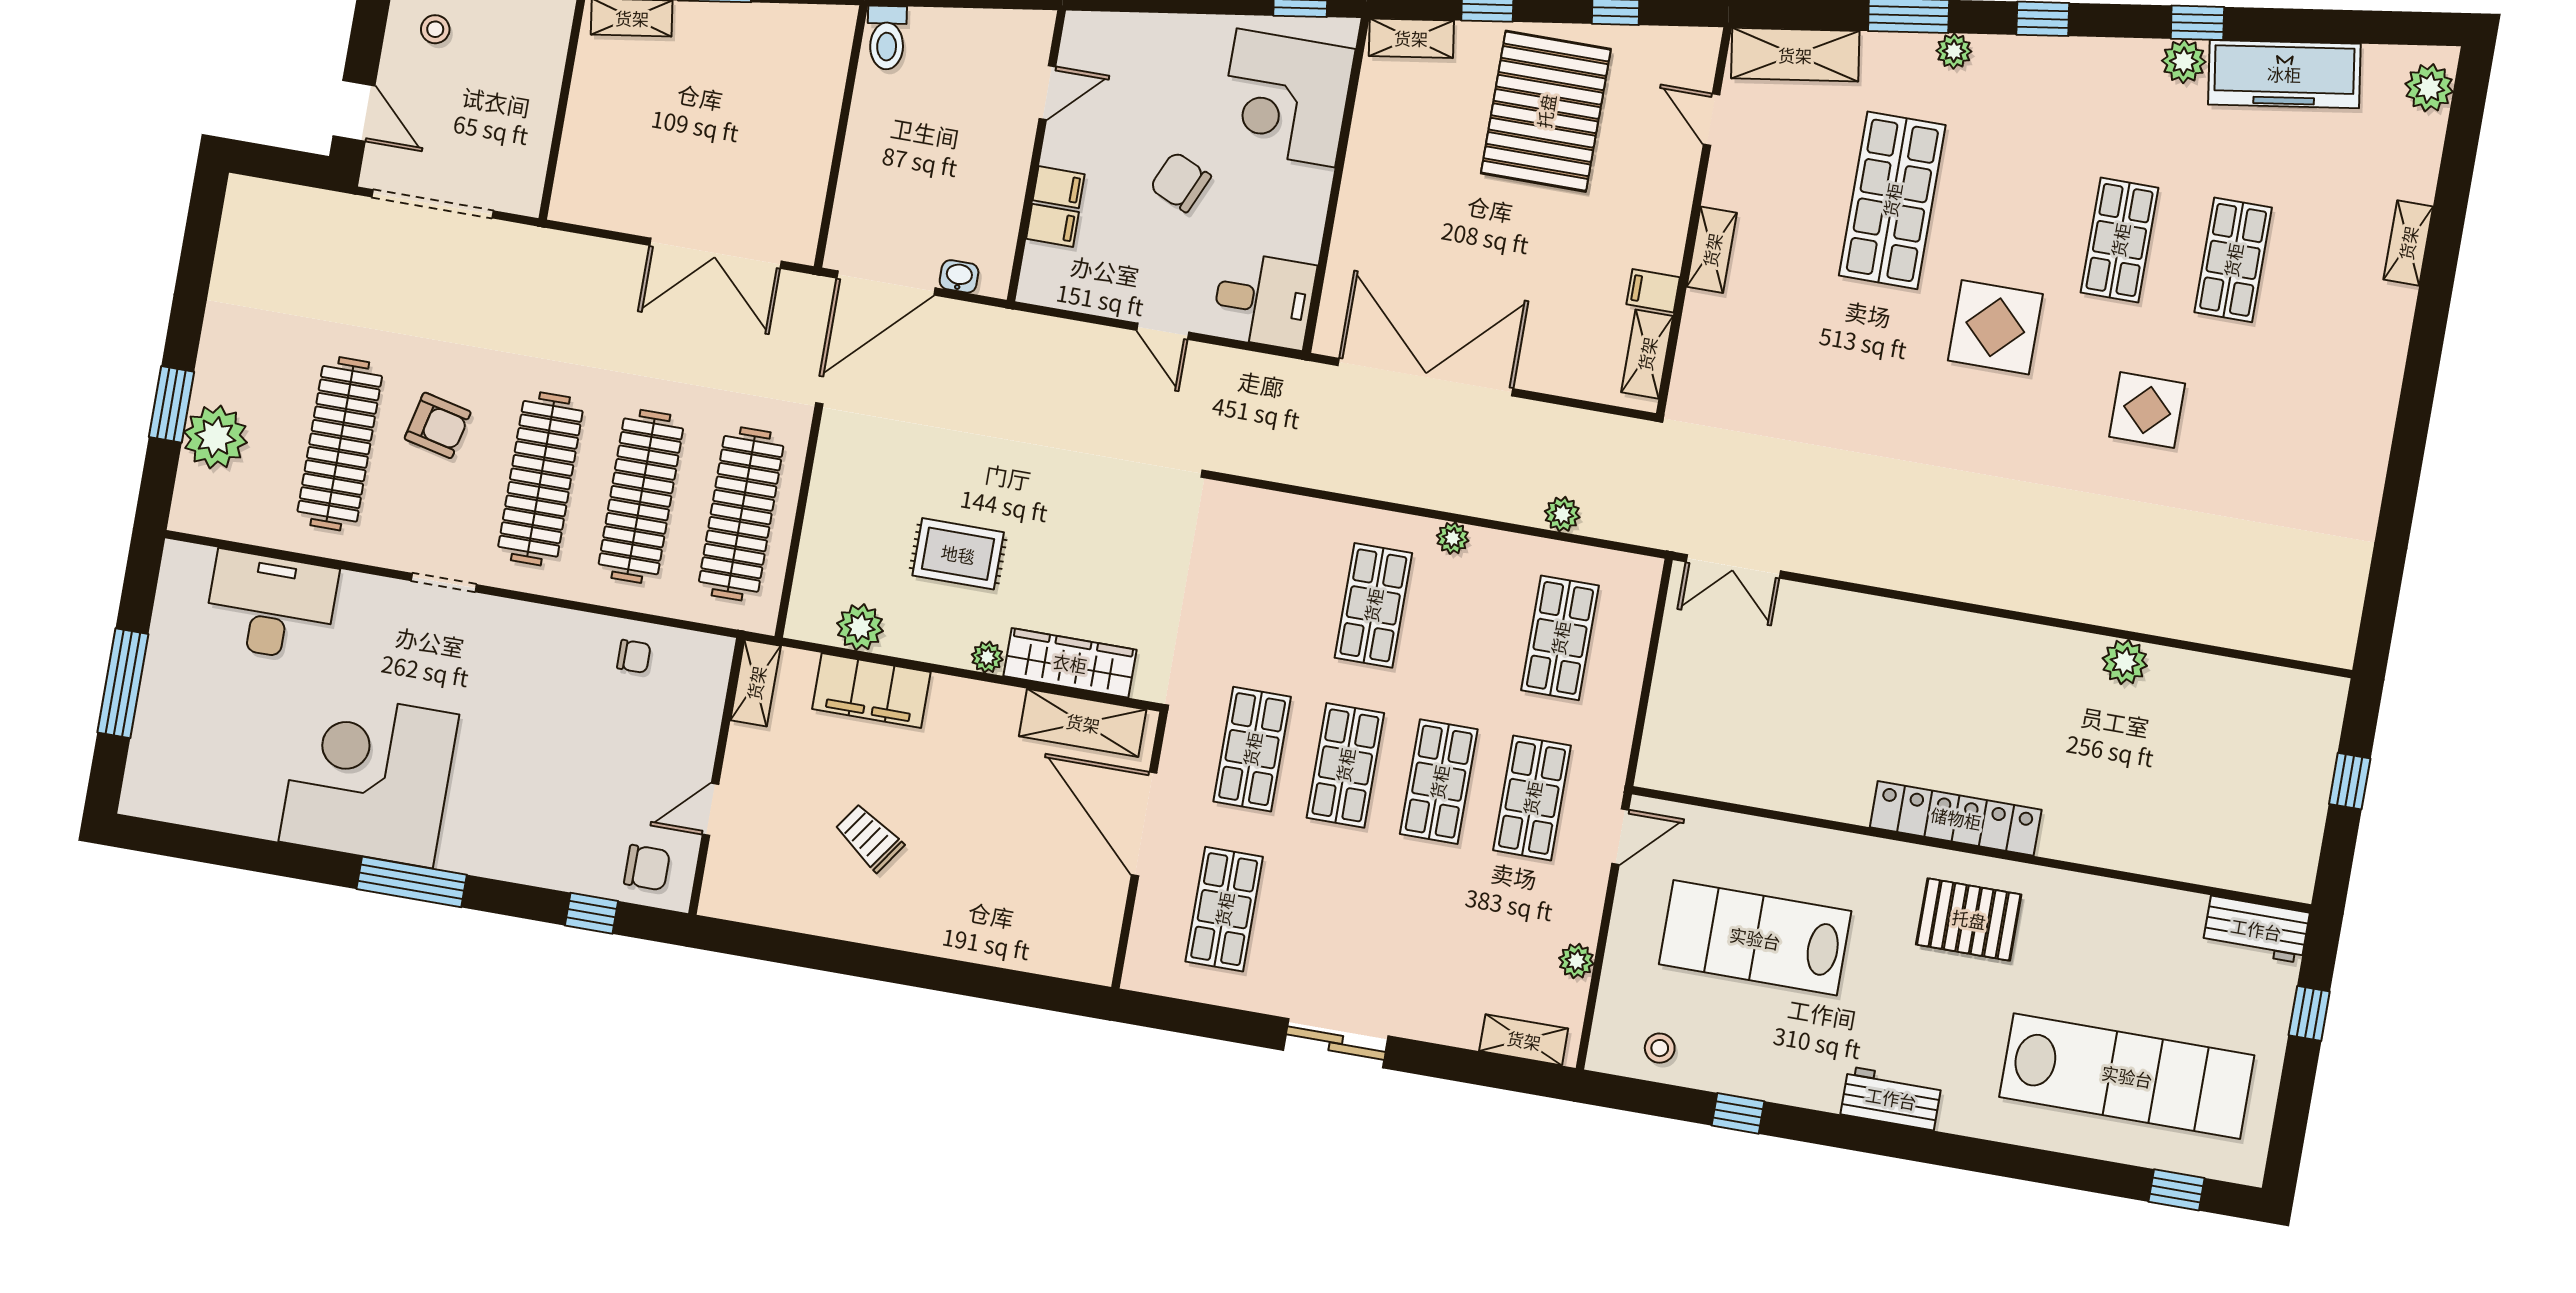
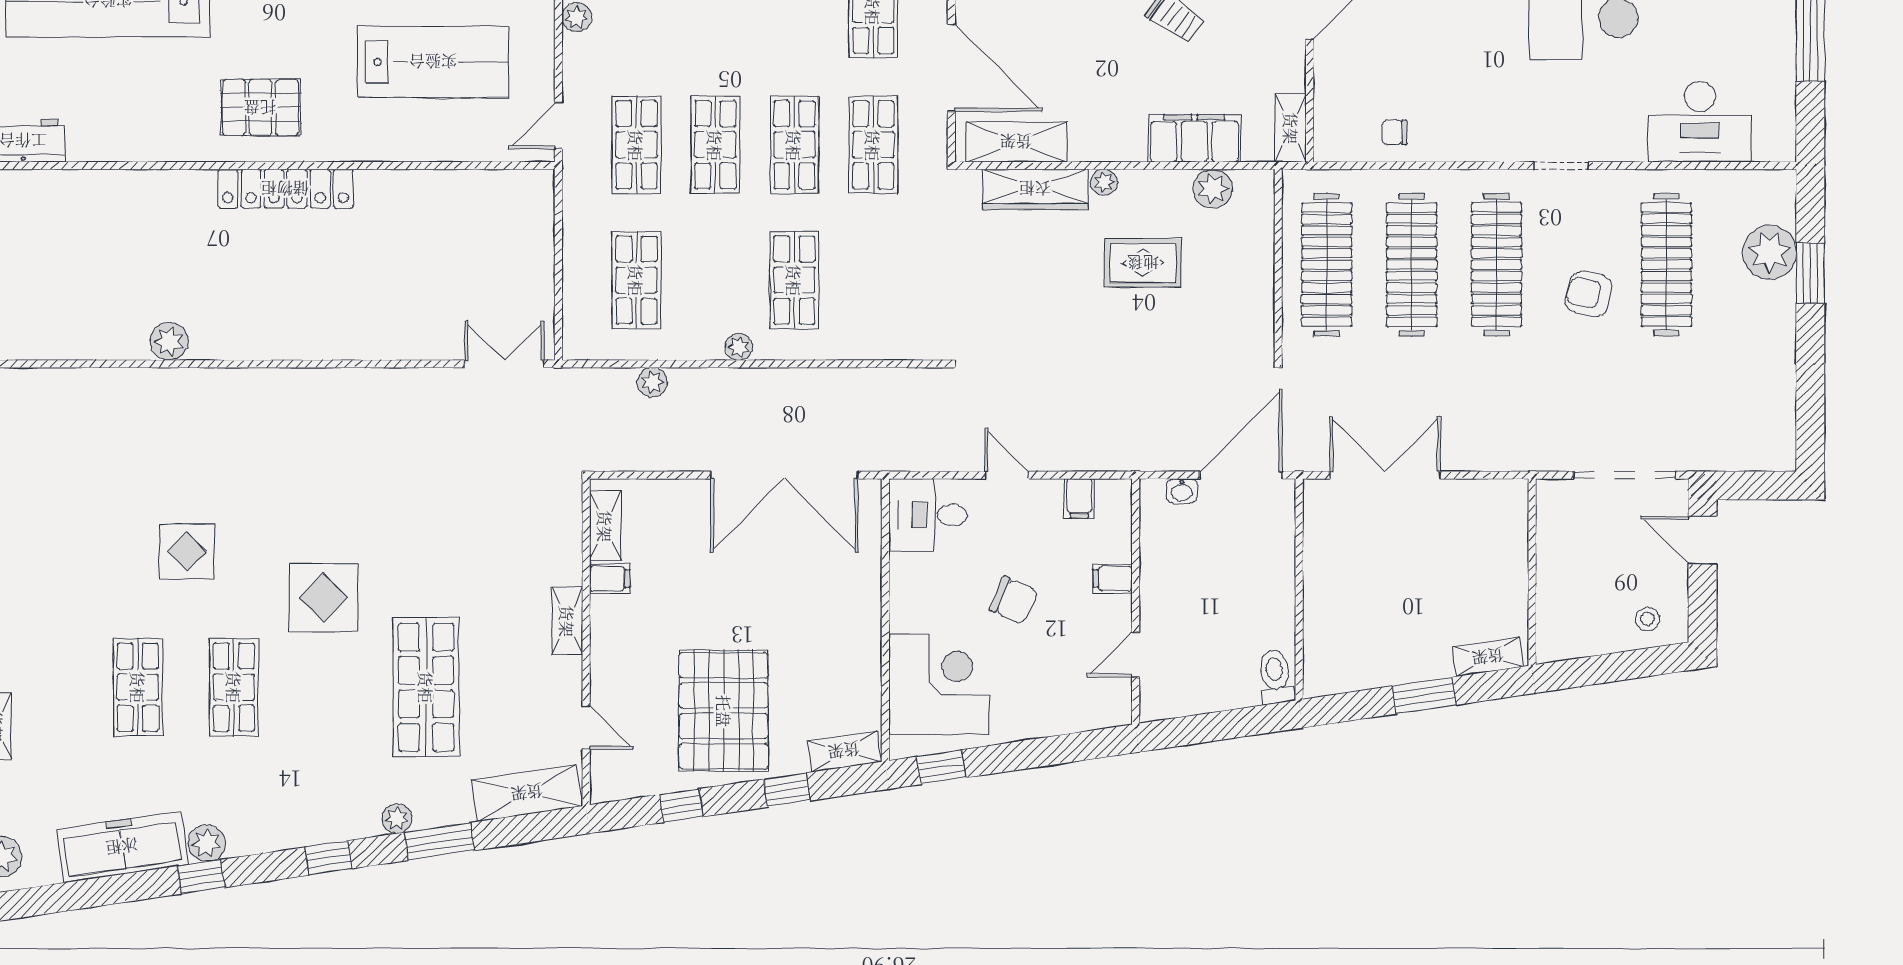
filing cabinet: (1053, 225) -> (1079, 498), moved, turned -90

